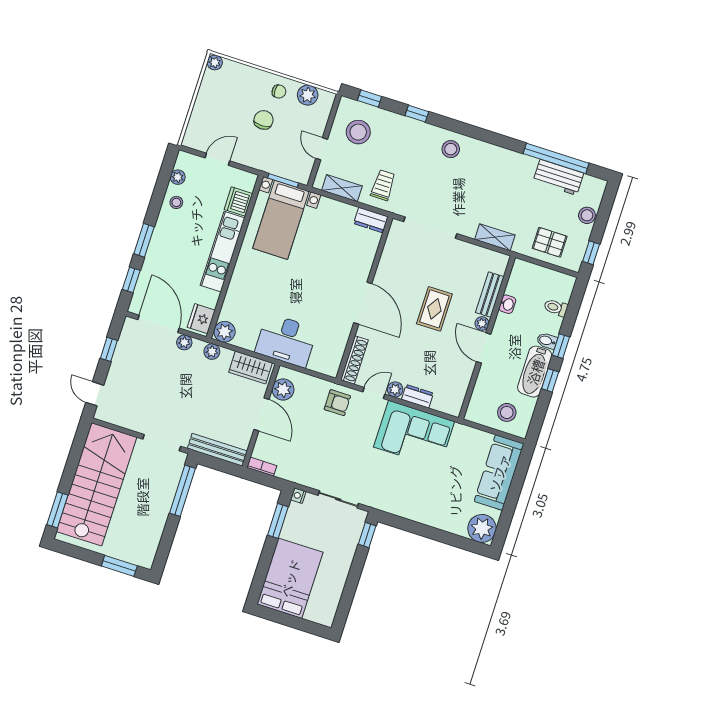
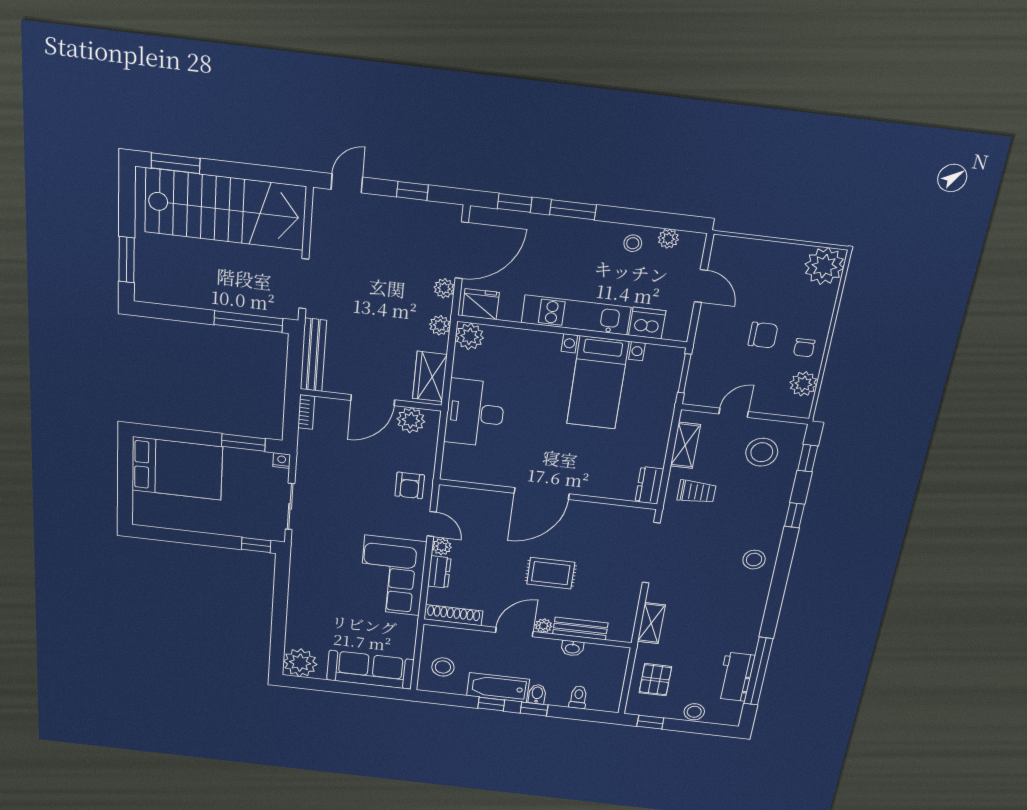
plant: (215, 62) -> (824, 266), width x1.87, depth x1.87
bed with nightstands: (281, 220) -> (598, 383), moved, turned -90
shoe rack: (354, 360) -> (453, 615), moved, turned 180

